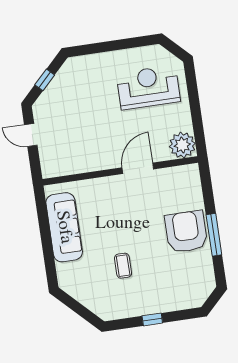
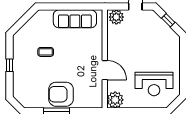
reception desk: (148, 87) -> (154, 84), turned 90
plant: (52, 162) -> (116, 17), added
armchair: (186, 232) -> (61, 94), turned 180

